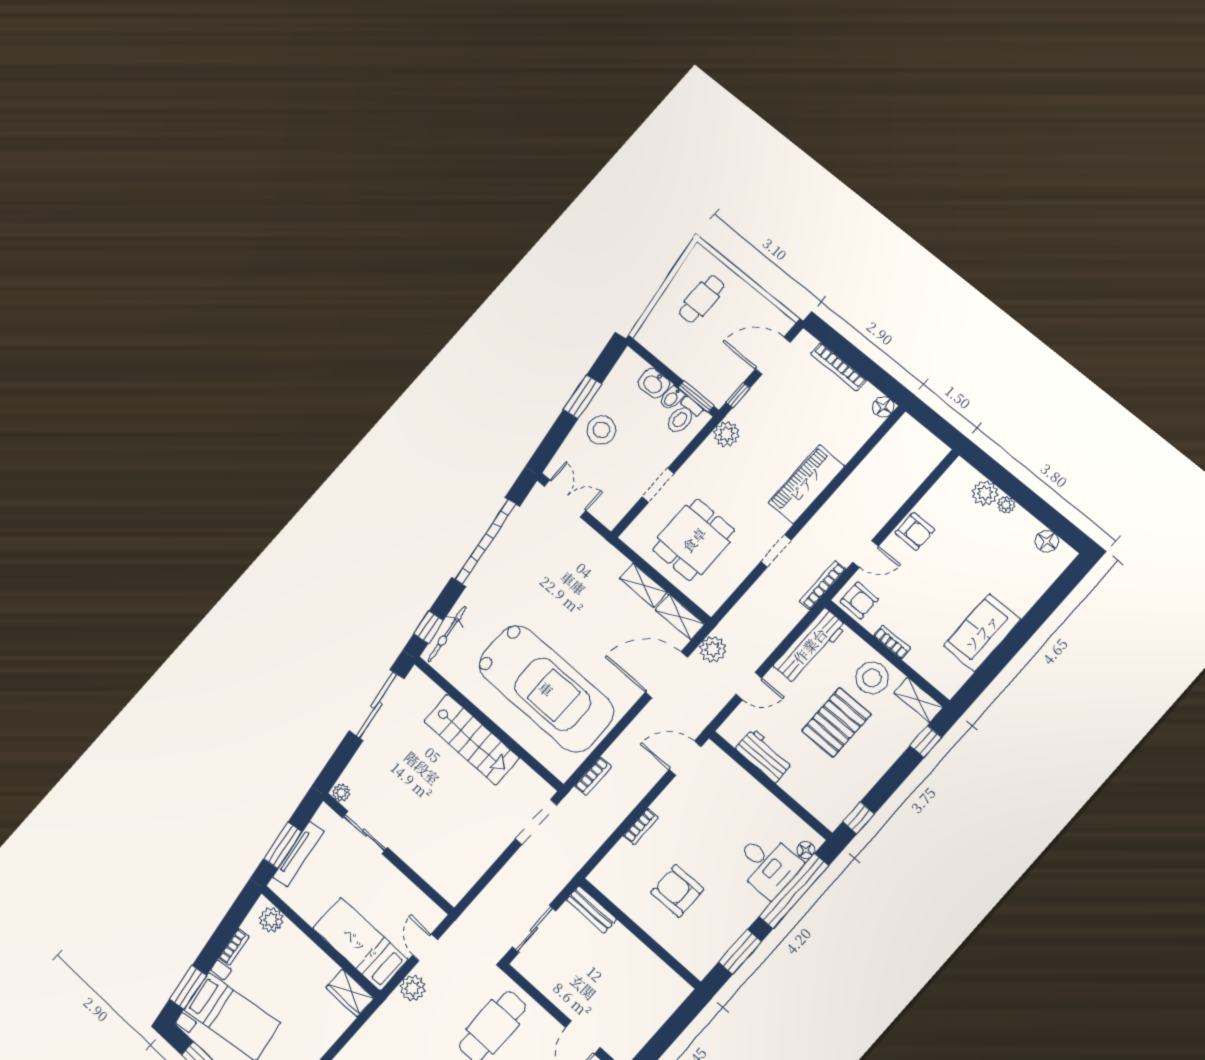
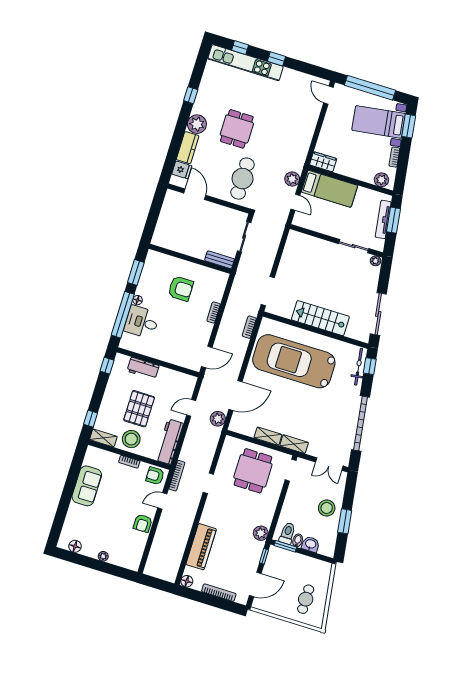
piano: (806, 484) -> (201, 547), moved
doorway: (658, 485) -> (291, 470), moved
plant: (985, 493) -> (116, 558), removed
armchair: (915, 531) -> (143, 523), turned -90
shelving: (680, 617) -> (294, 444), moved
workbench: (764, 756) -> (143, 368), moved
floor lamp: (806, 850) -> (138, 300), moved

